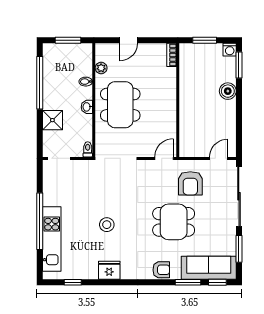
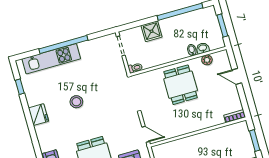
dining table: (120, 105) -> (181, 85), width x0.73
washbasin: (87, 107) -> (203, 48), moved

